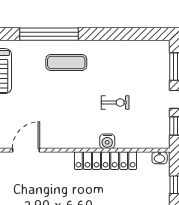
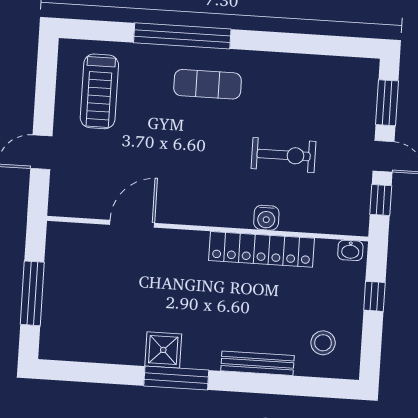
exercise bike: (115, 103) -> (284, 155), width x1.38, depth x1.39

